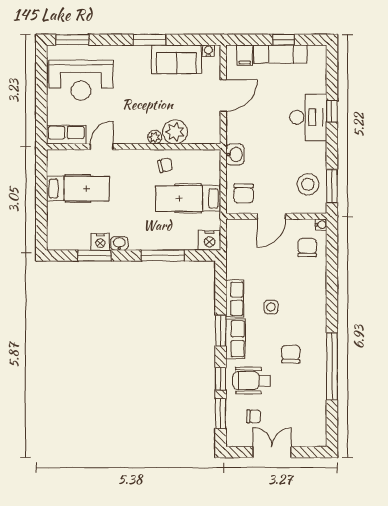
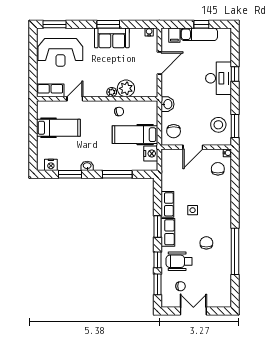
sofa: (176, 59) -> (112, 38), moved
nightstand: (210, 240) -> (151, 154), moved, turned -90
nightstand: (100, 242) -> (51, 165), moved

